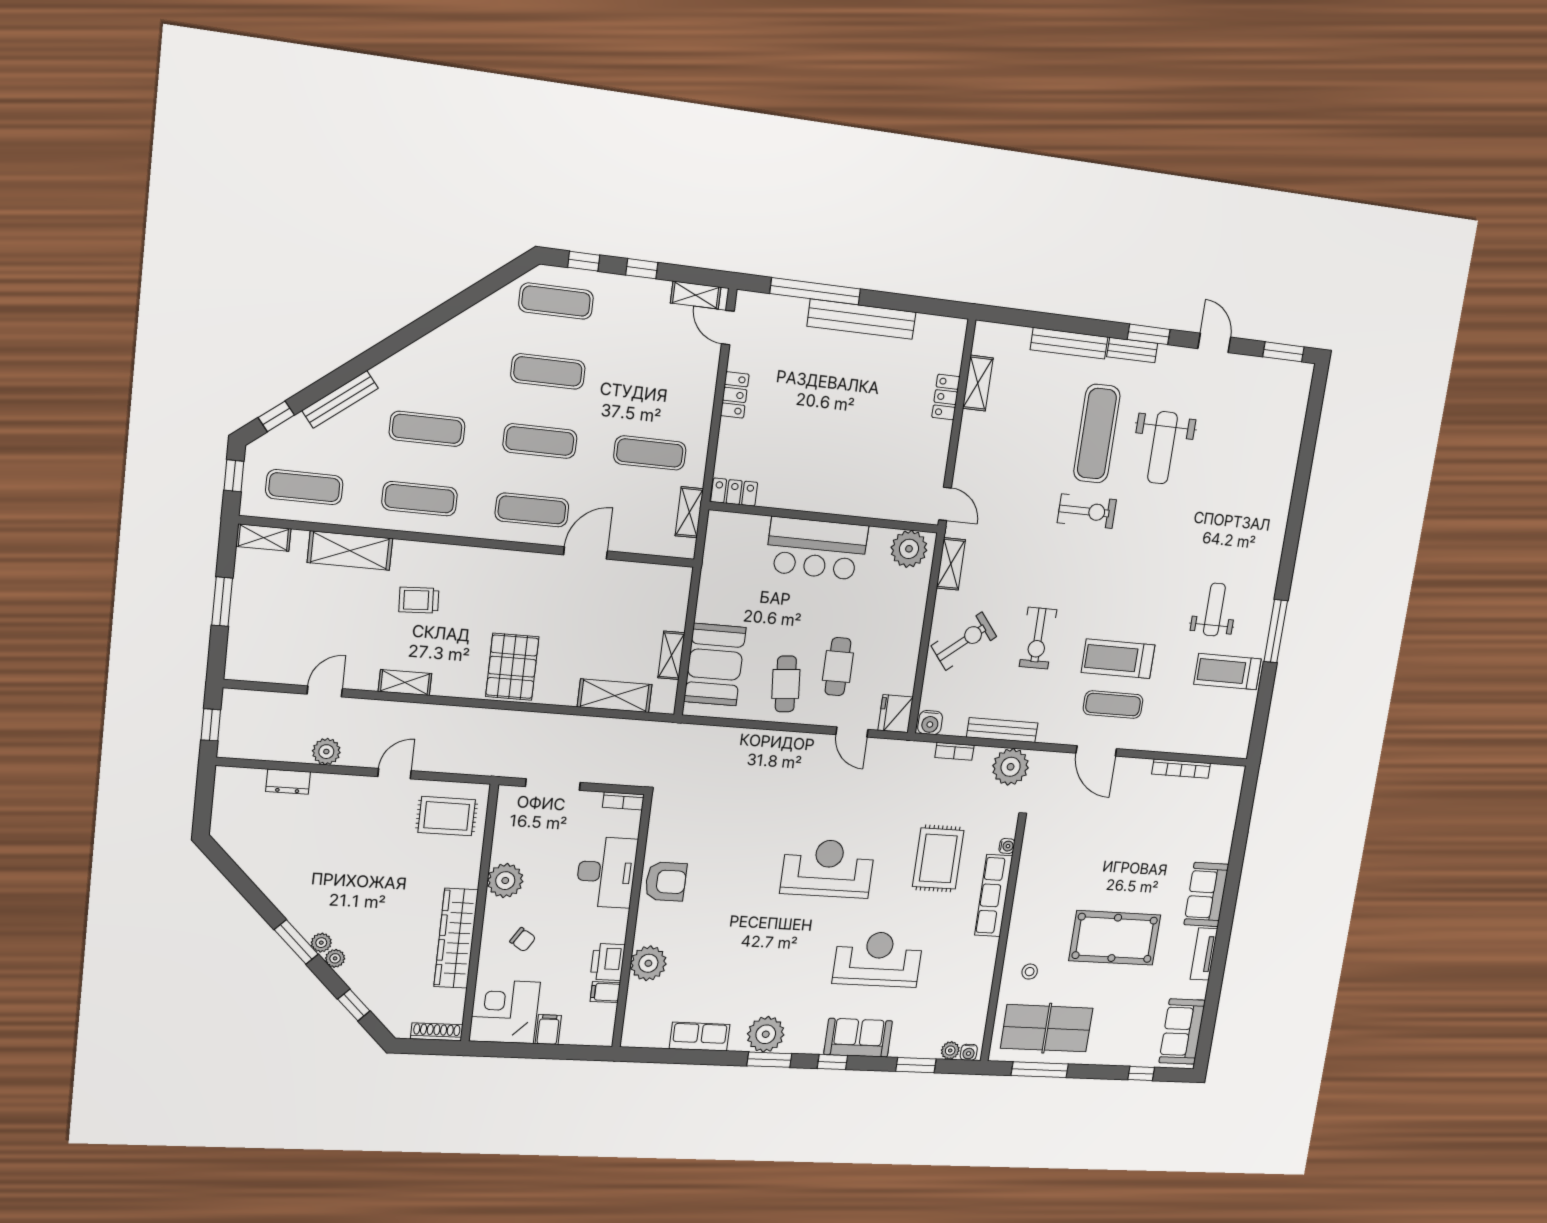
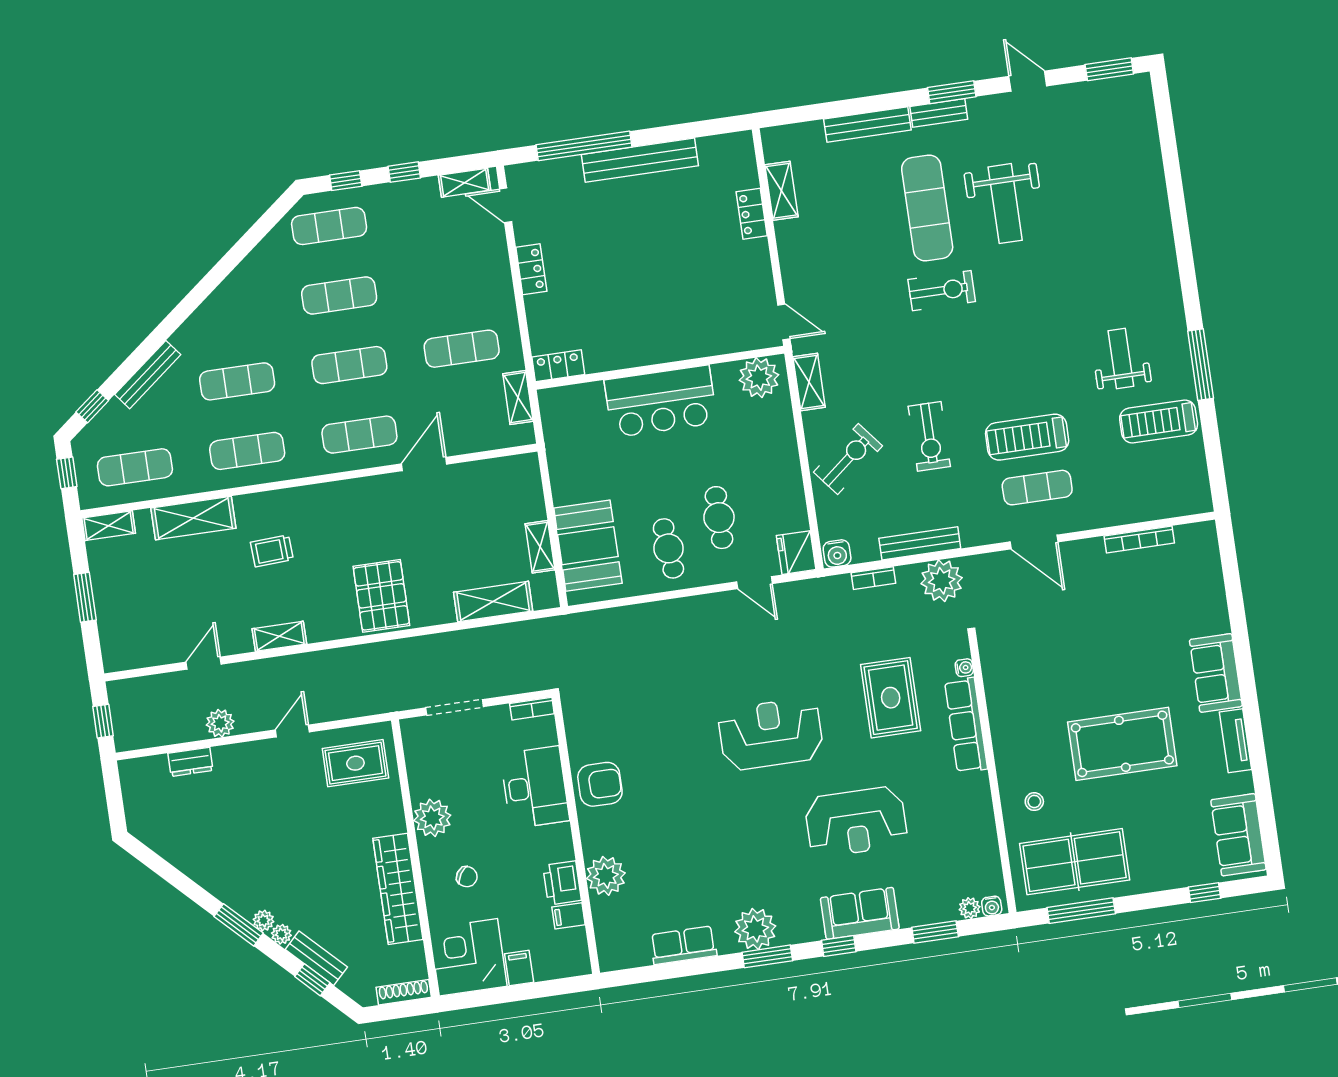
reception desk: (878, 959) -> (856, 822), turned 180
bench: (363, 986) -> (316, 958), added

